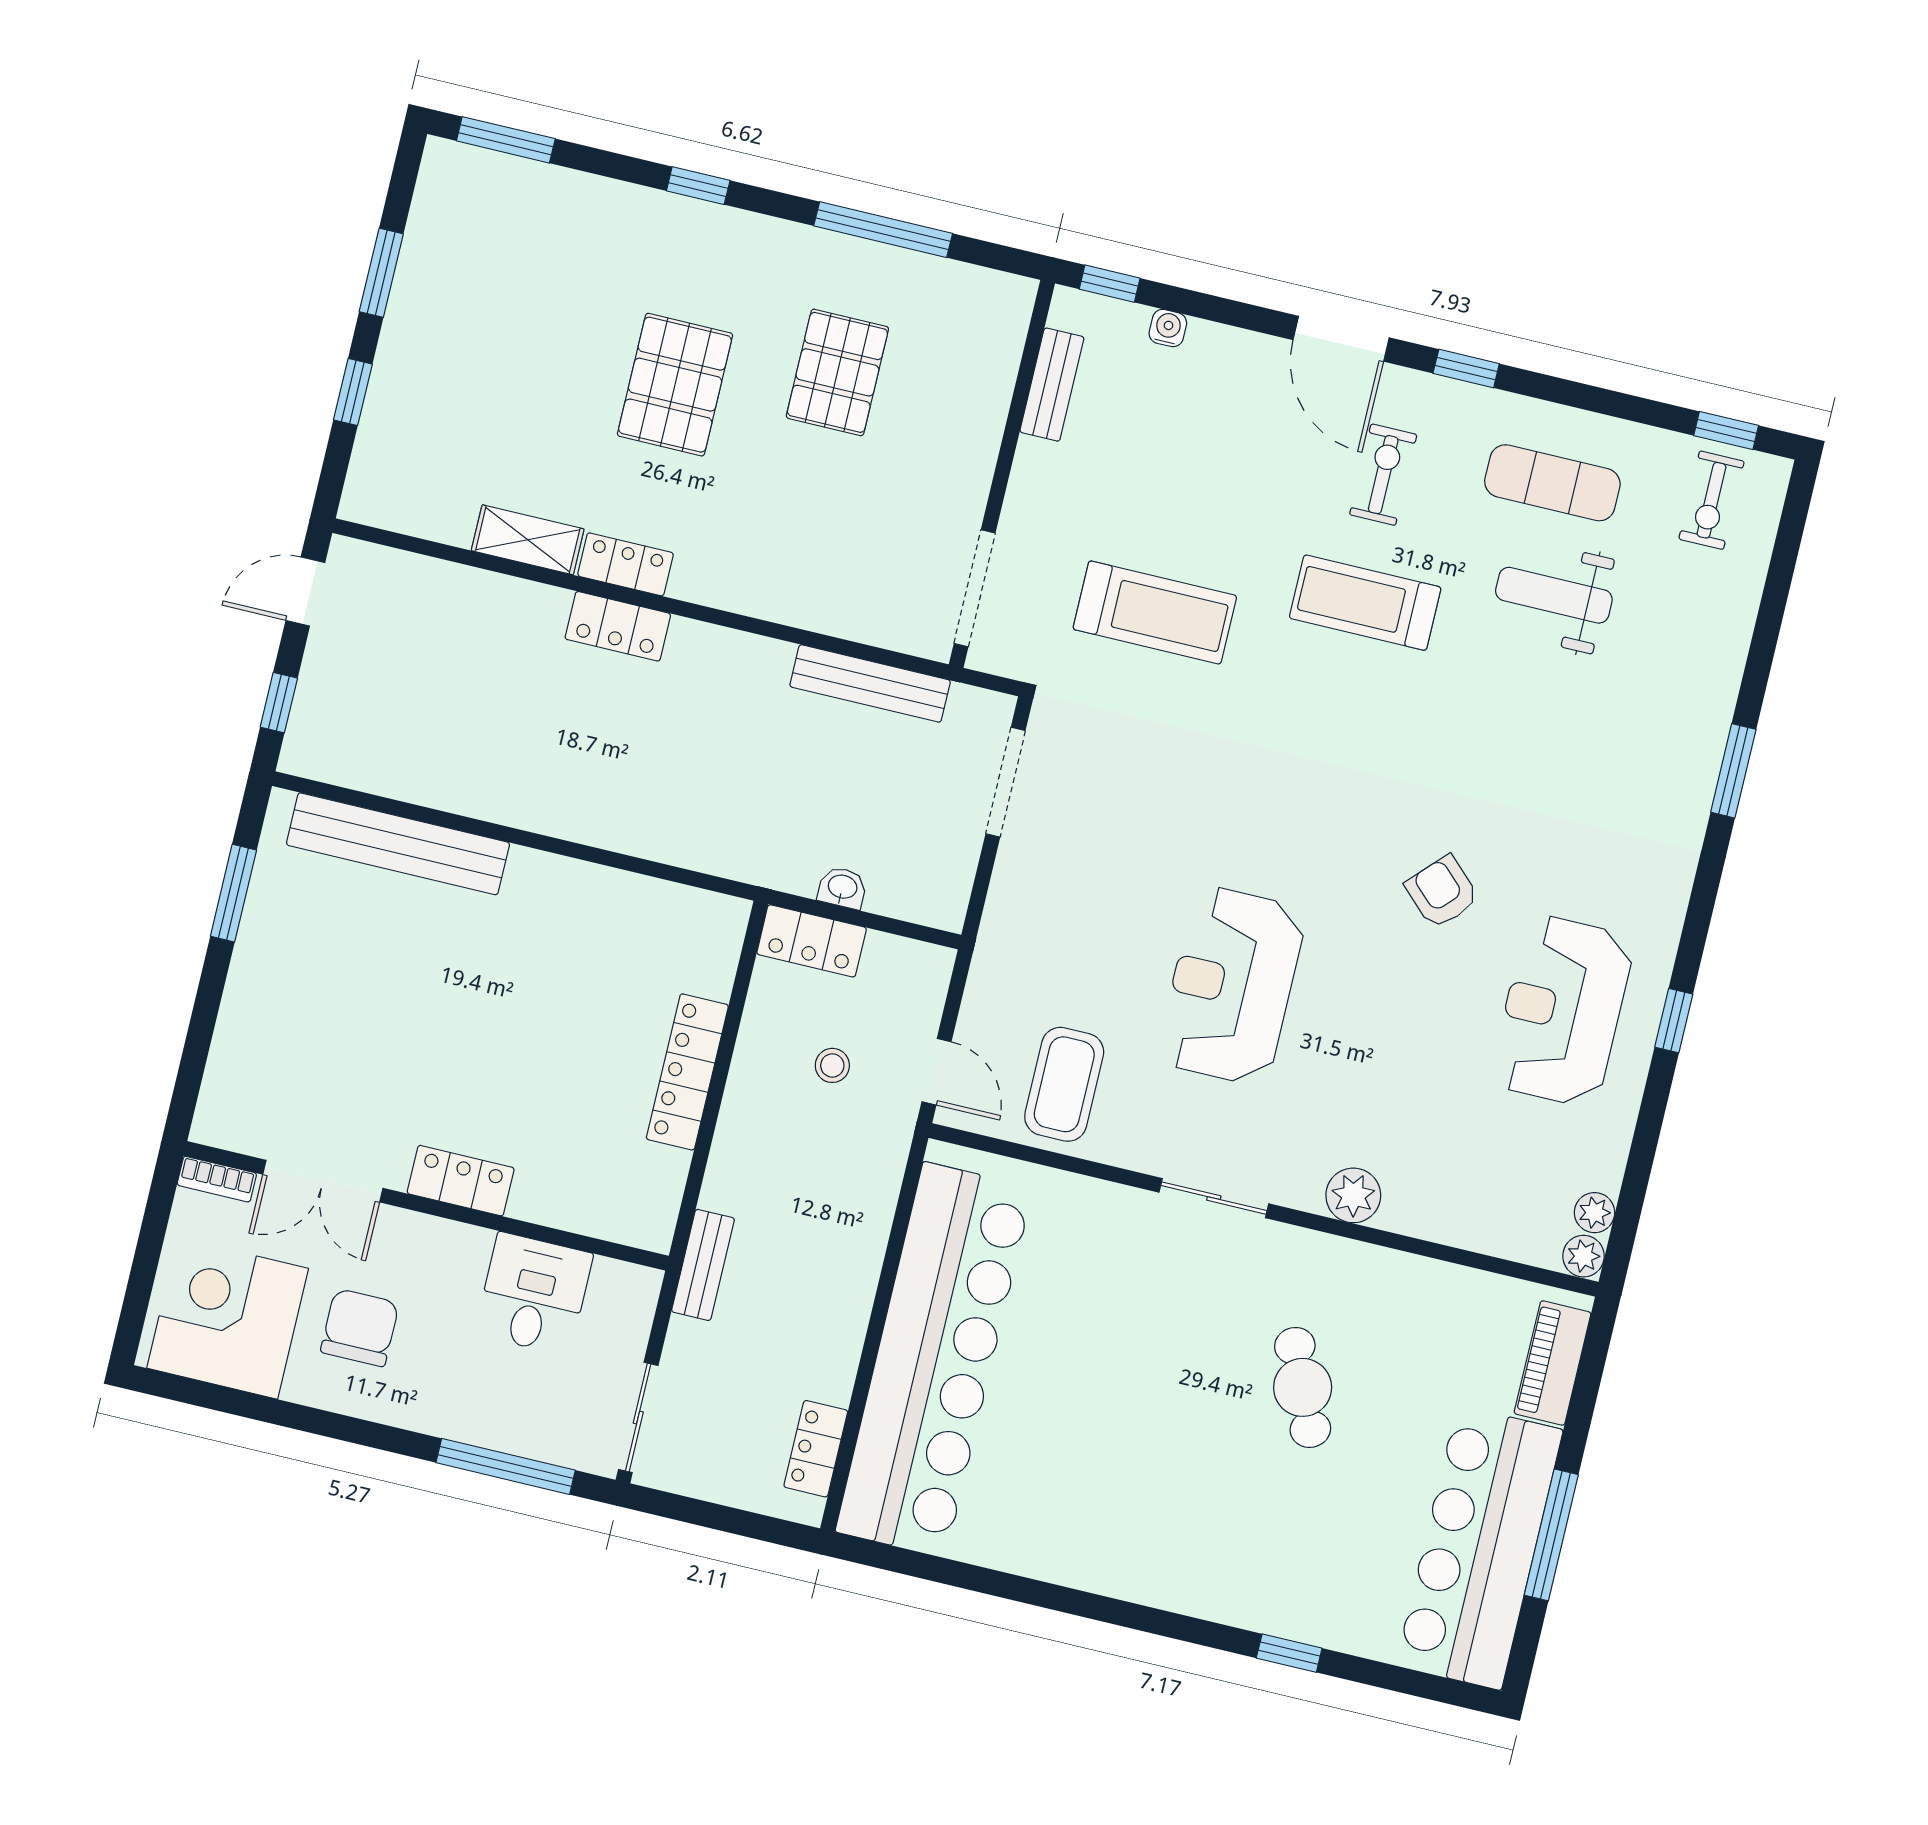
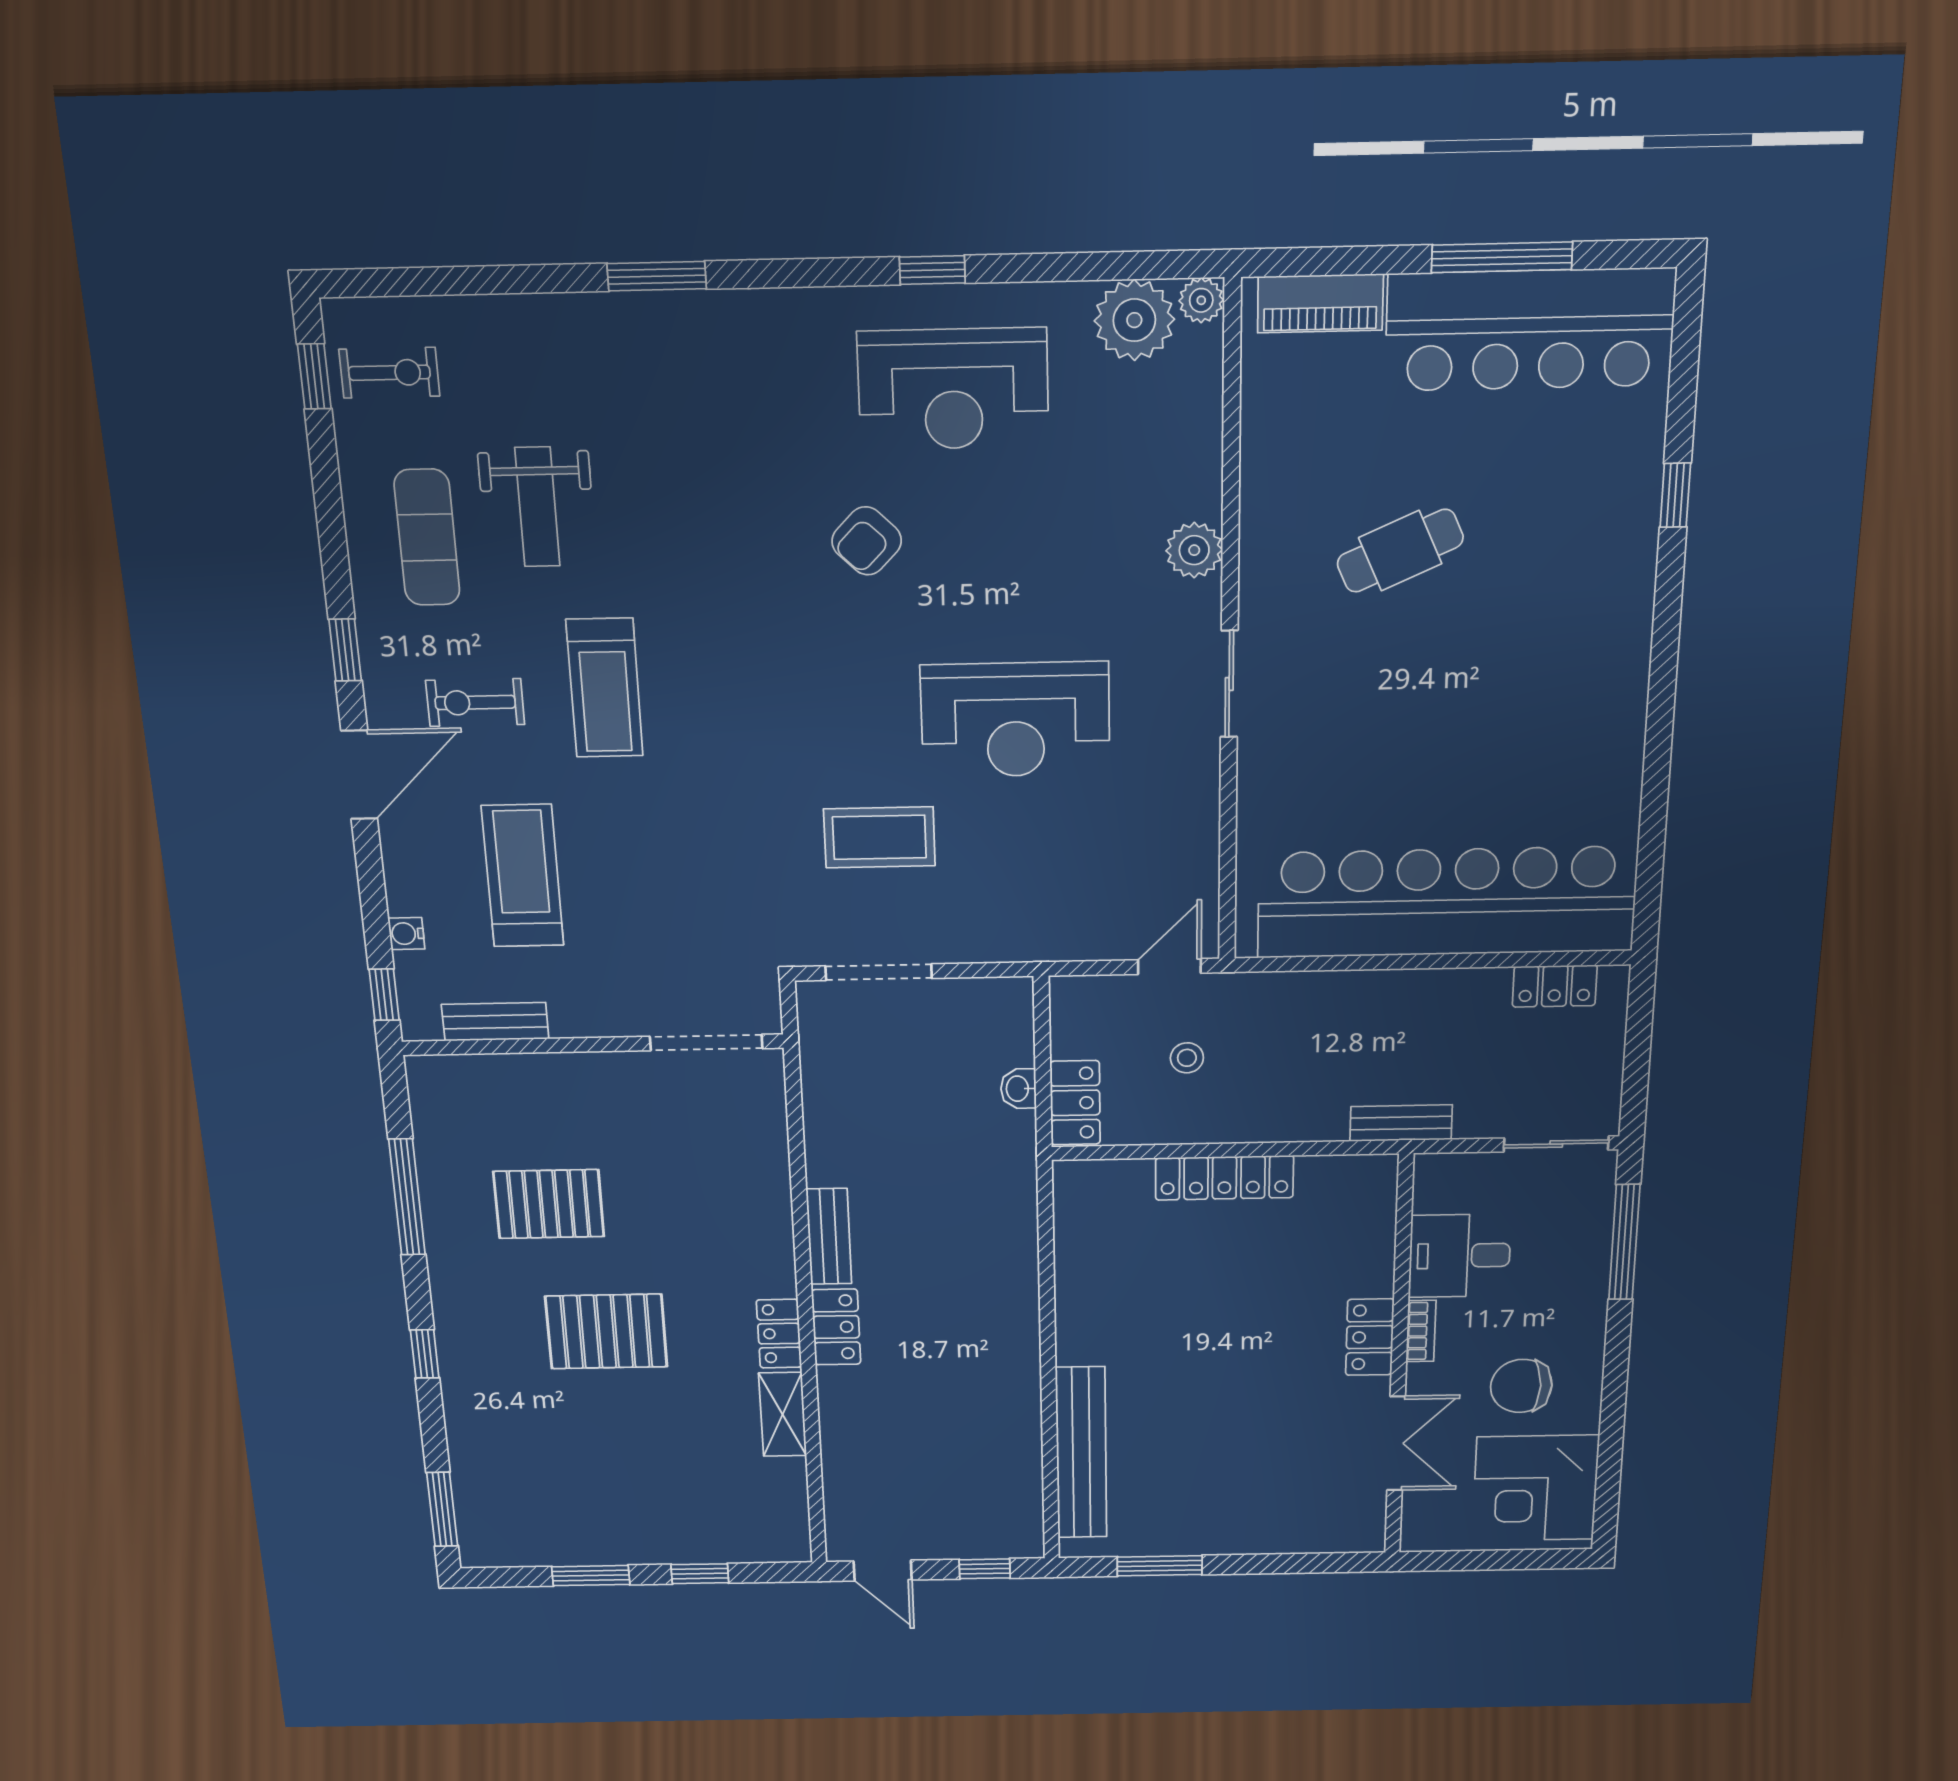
treadmill: (1155, 612) -> (523, 876), moved
bench: (870, 683) -> (829, 1237), moved, width x0.73
coffee table: (1064, 1084) -> (879, 837), moved
bookcase: (217, 1179) -> (1421, 1331), moved
plant: (1595, 1213) -> (1134, 320), width x1.87, depth x1.87

